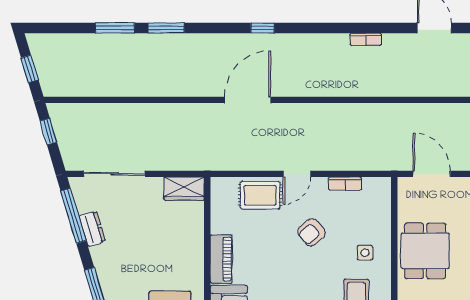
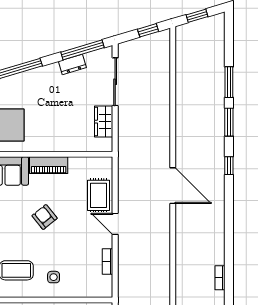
window: (263, 28) -> (229, 166), moved
wardrobe: (184, 189) -> (104, 122), moved
armchair: (311, 232) -> (45, 217), moved

